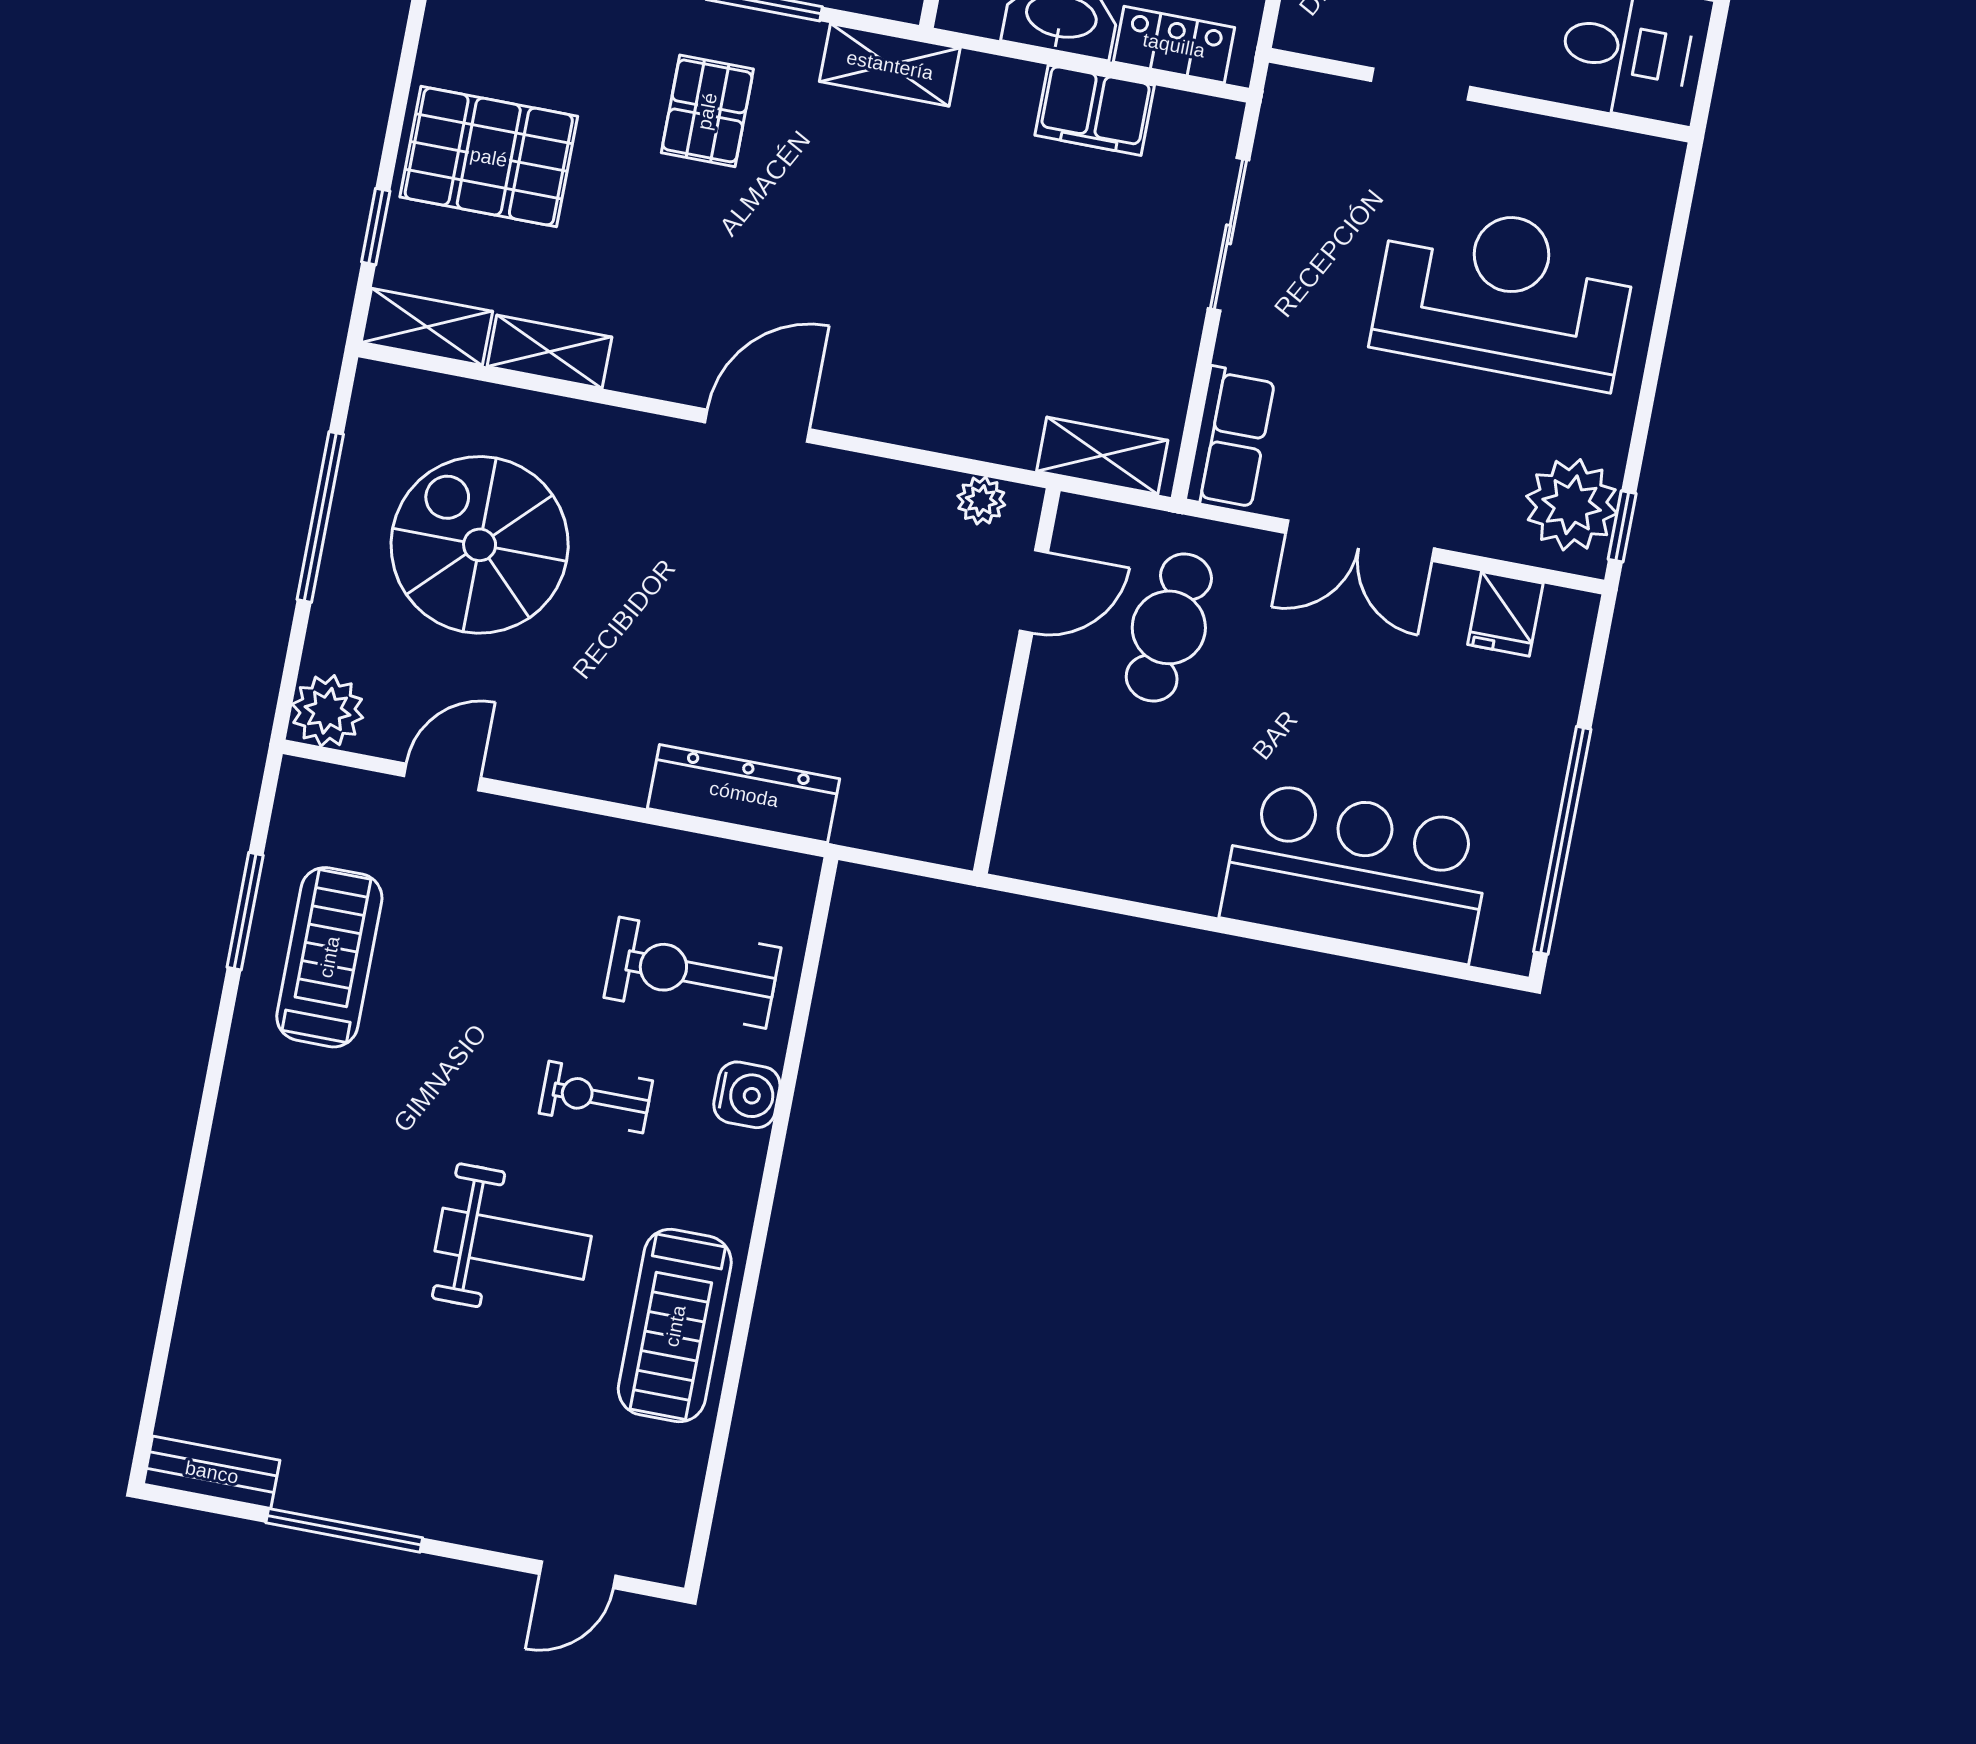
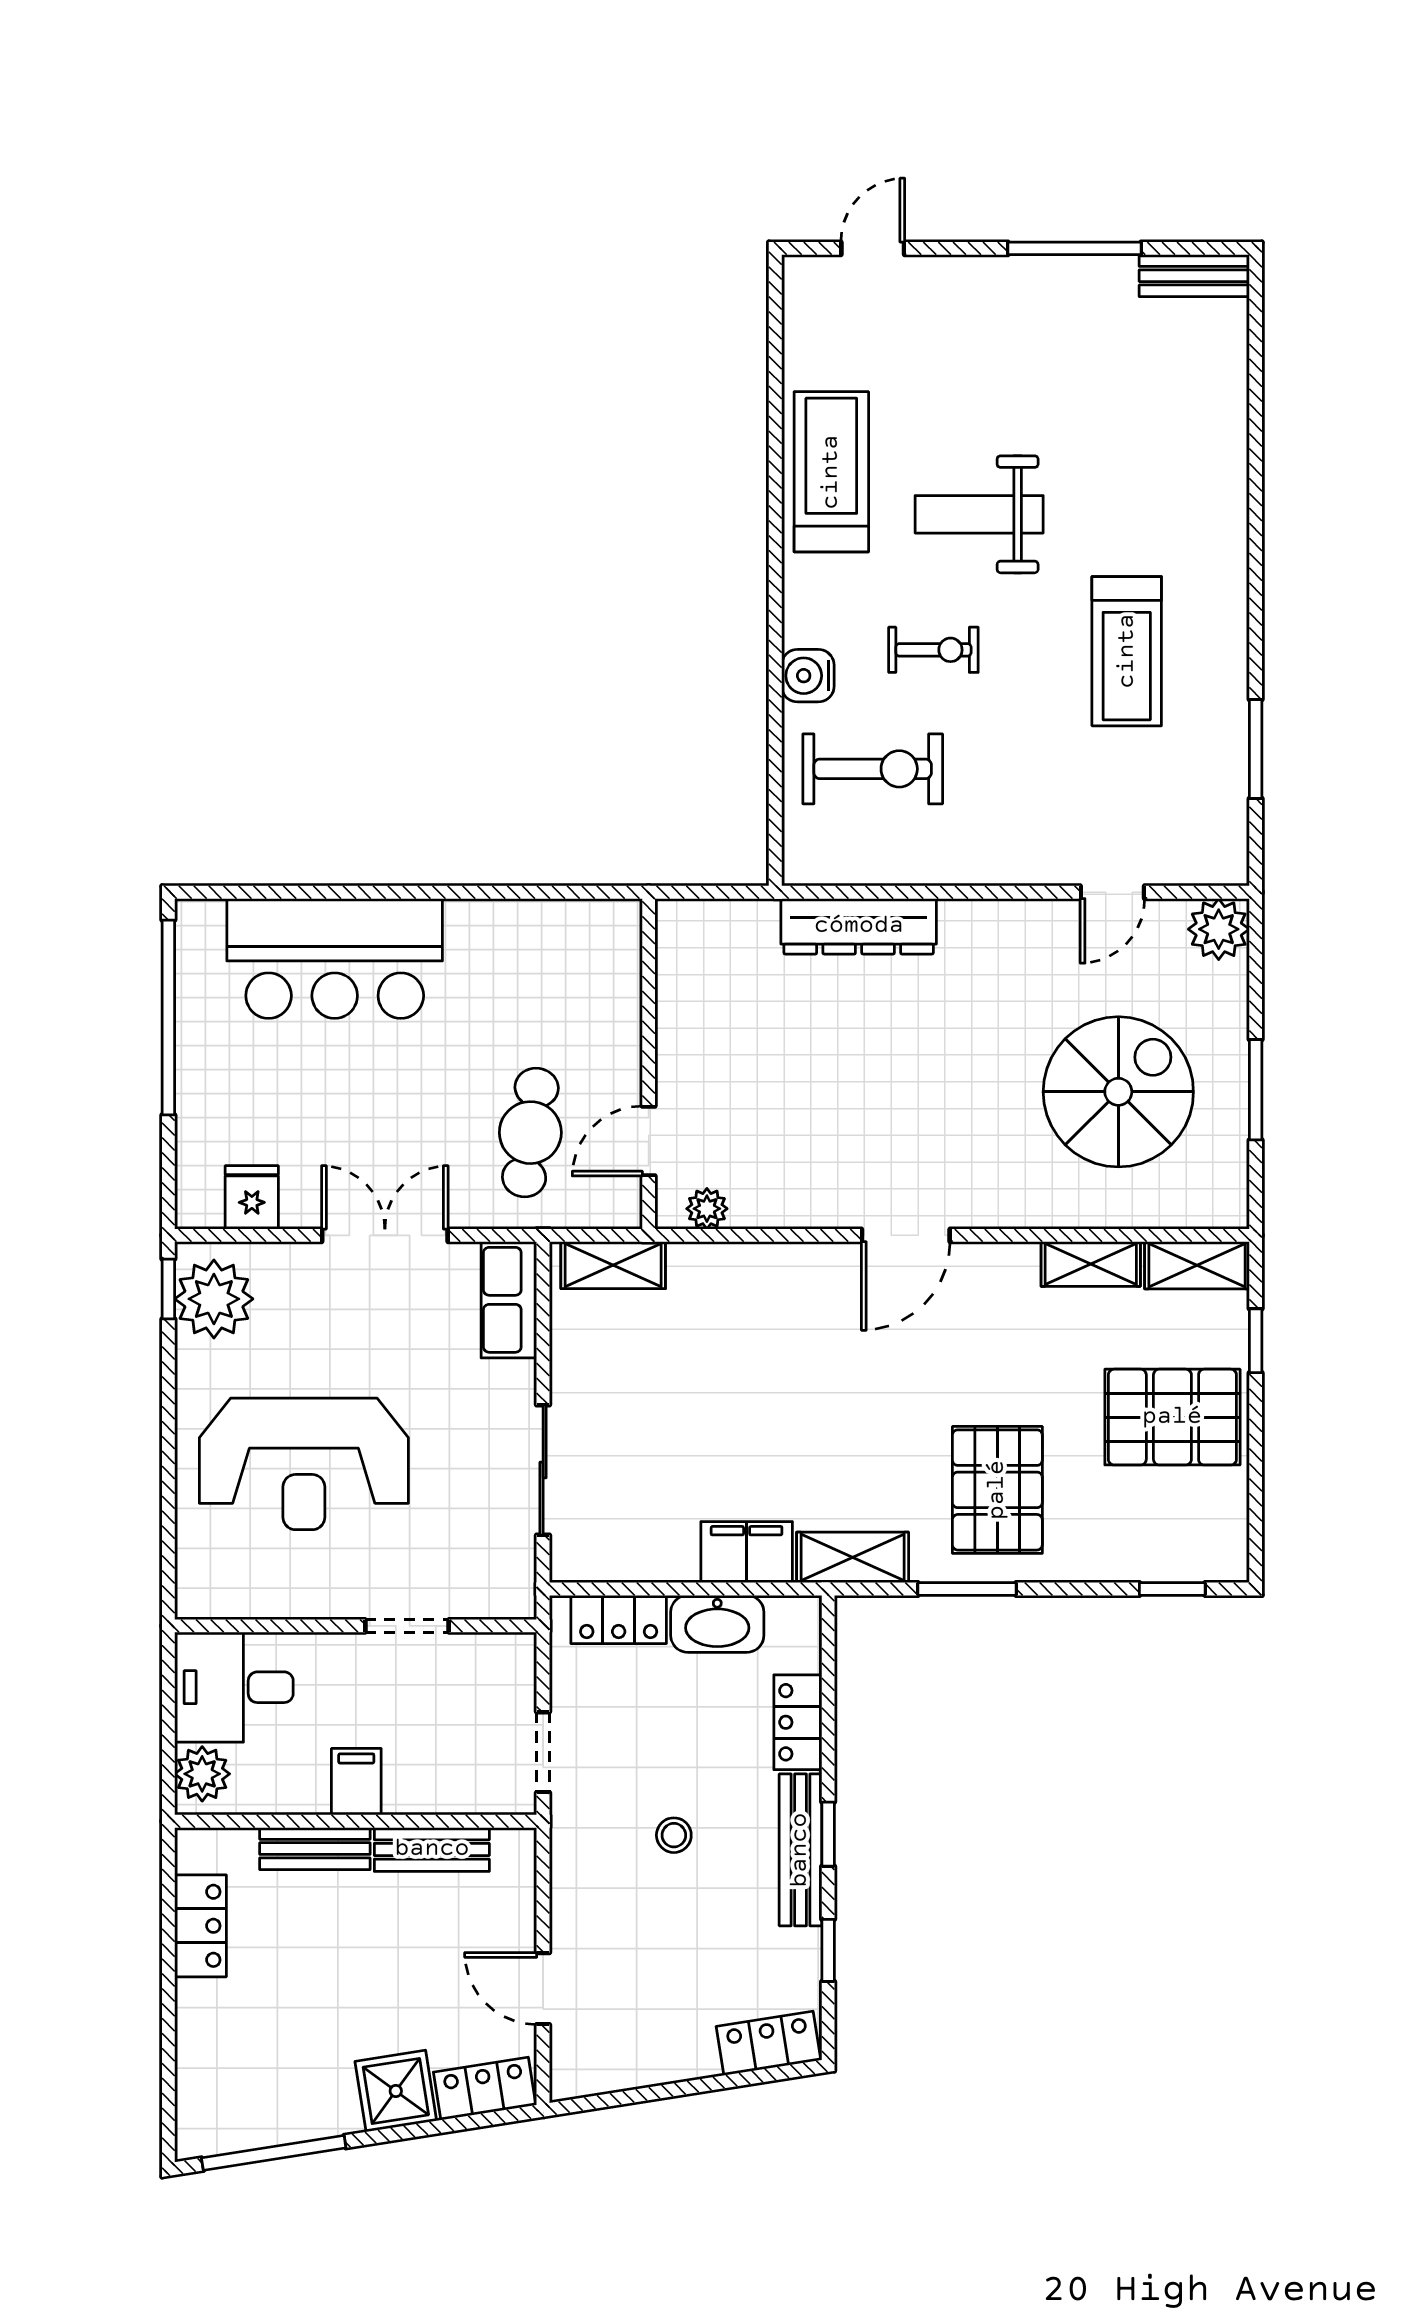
filing cabinet: (1095, 110) -> (747, 1552), moved
pallet: (707, 111) -> (997, 1490), width x1.50, depth x1.42
window: (320, 517) -> (1256, 1090), width x0.69
spiral stairs: (480, 545) -> (1118, 1092), turned -90
treadmill: (329, 957) -> (1127, 651), moved

